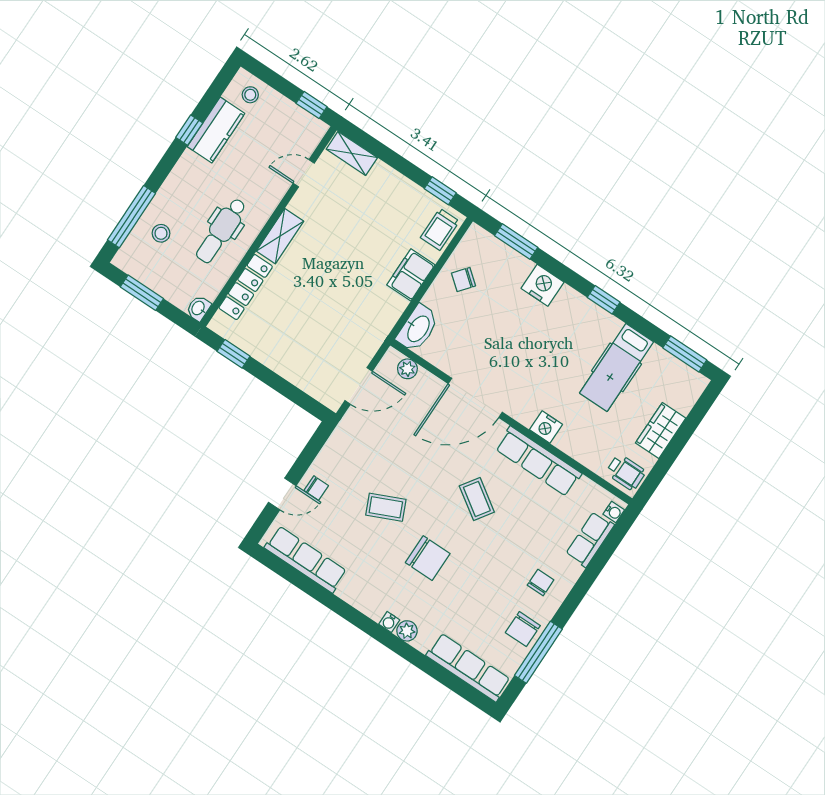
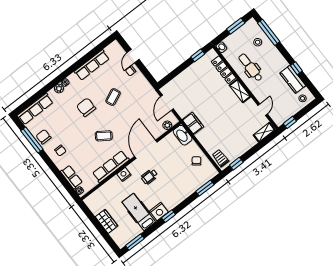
filing cabinet: (411, 275) -> (193, 123), moved
nightstand: (543, 285) -> (159, 211), moved
wheelchair: (626, 472) -> (149, 177), moved
chair: (428, 558) -> (86, 107), turned 90
row of seats: (306, 559) -> (92, 65), moved

